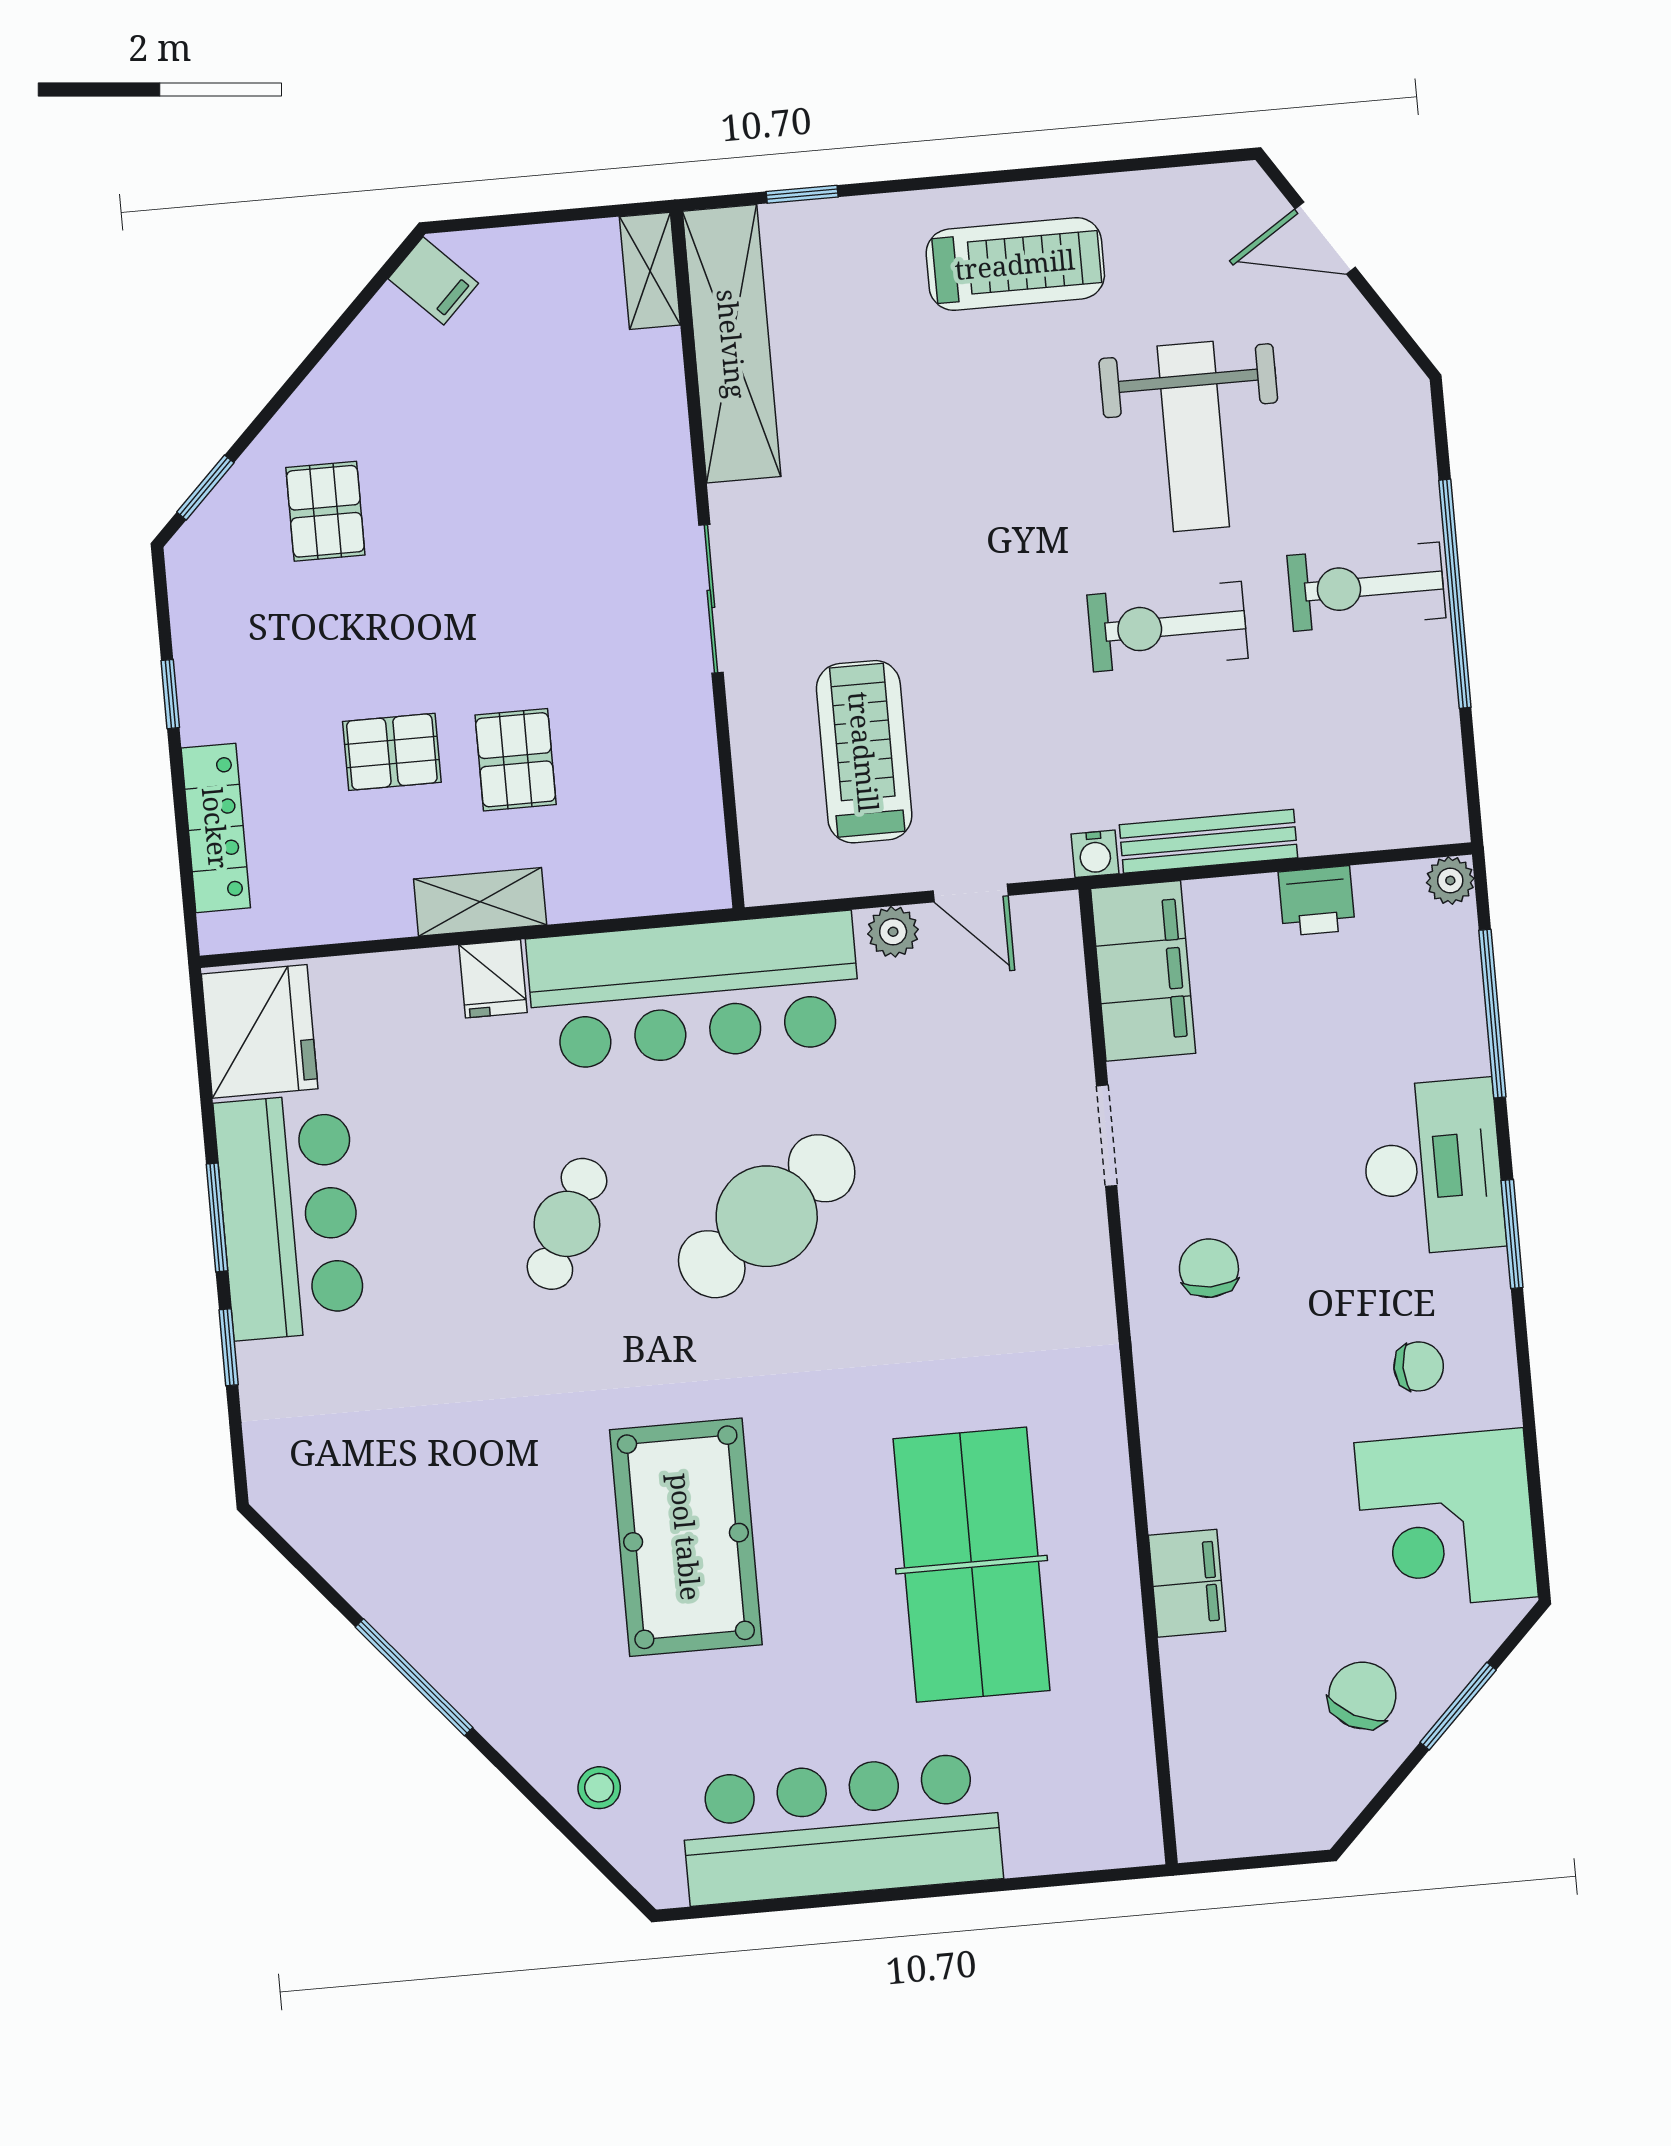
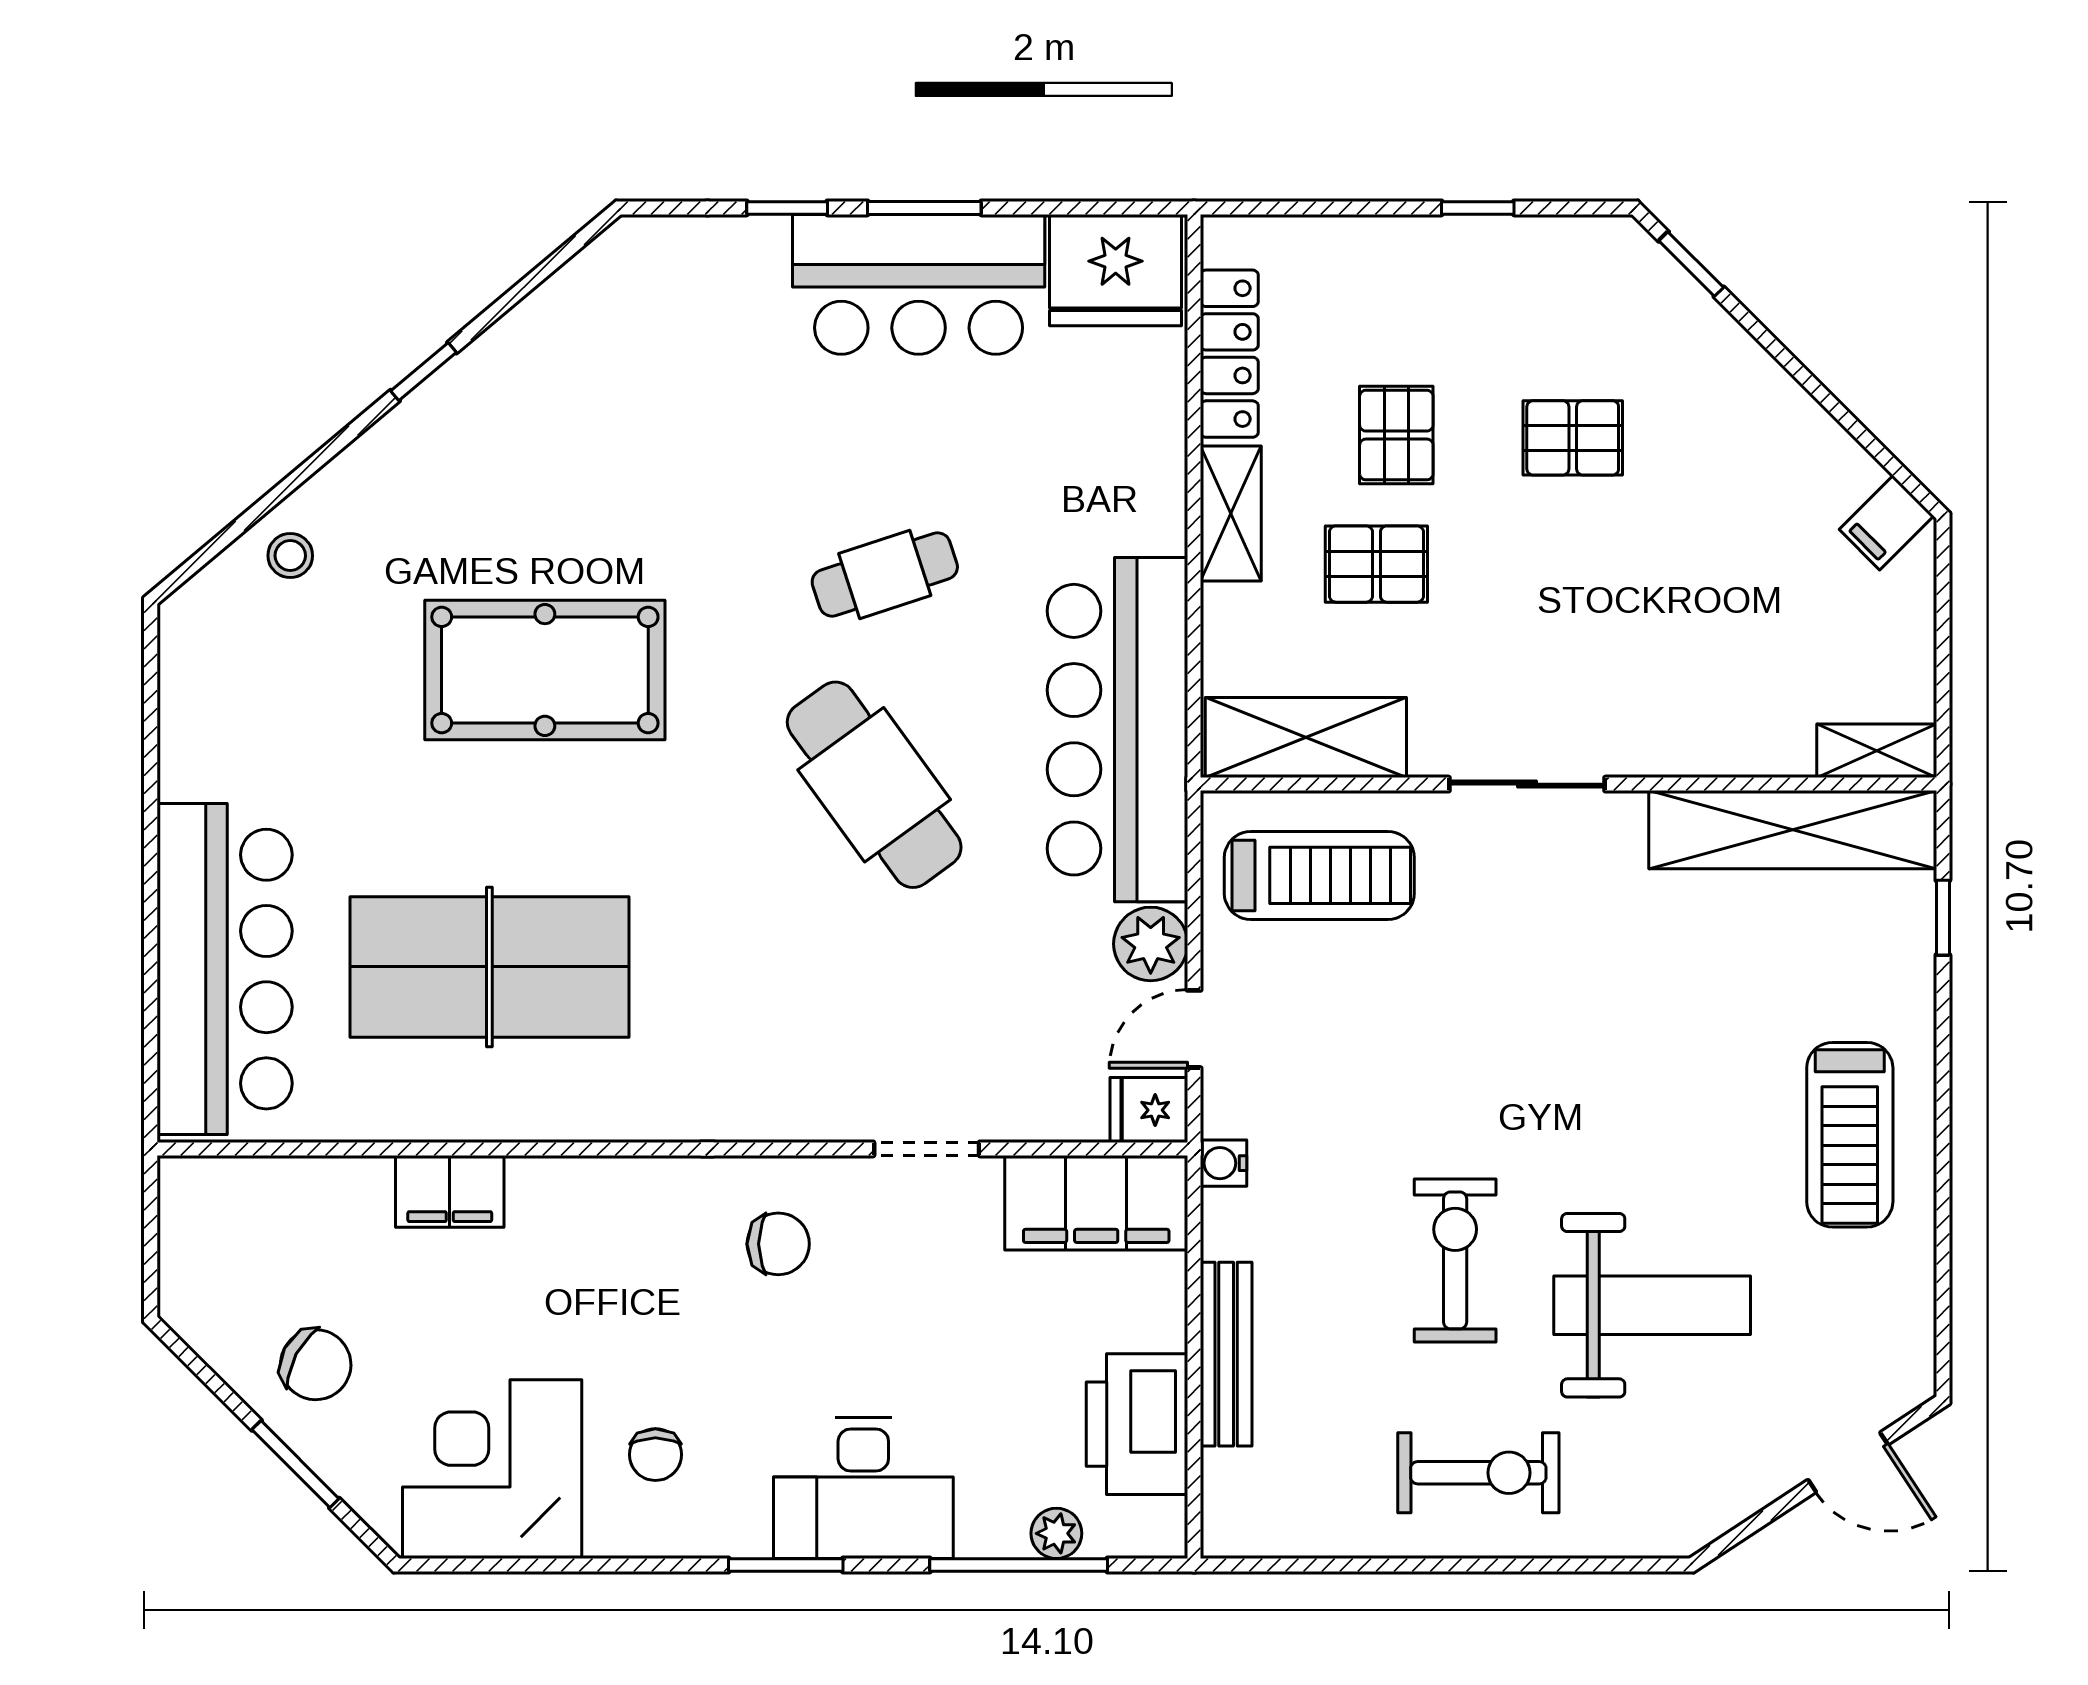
door: (1325, 238) -> (1848, 1462), swing flipped
weight bench: (1193, 436) -> (1652, 1305), turned 180
pallet: (325, 511) -> (1573, 438), moved
exercise bike: (1366, 587) -> (1478, 1473), turned 90
window: (1455, 594) -> (1463, 1565), removed
treadmill: (864, 752) -> (1319, 875), moved
shelving: (686, 812) -> (1306, 737), added
locker: (216, 828) -> (1229, 354), moved, turned -90
bench: (1209, 841) -> (1226, 1354), moved
plant: (1450, 880) -> (1056, 1533), moved
printer: (1317, 901) -> (1137, 1424), width x1.87, depth x1.48
plant: (893, 932) -> (1151, 944), width x1.38, depth x1.38
fridge: (493, 979) -> (1149, 1110), moved
cafe table: (567, 1224) -> (885, 574), turned -44
window: (414, 1677) -> (424, 372), width x0.46
bar counter: (841, 1829) -> (225, 969), moved

